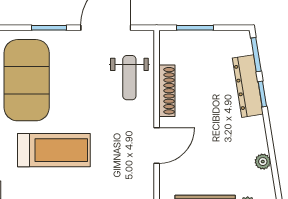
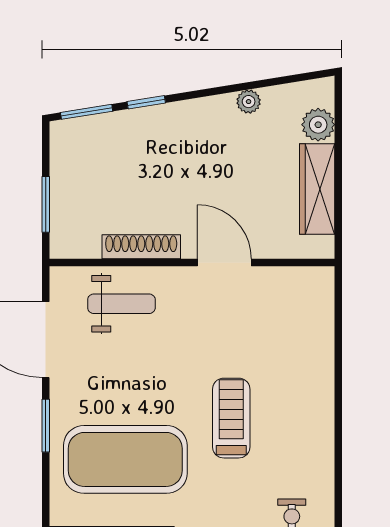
dresser: (248, 86) -> (134, 124), removed
treadmill: (54, 150) -> (231, 418), width x0.73, depth x0.73

